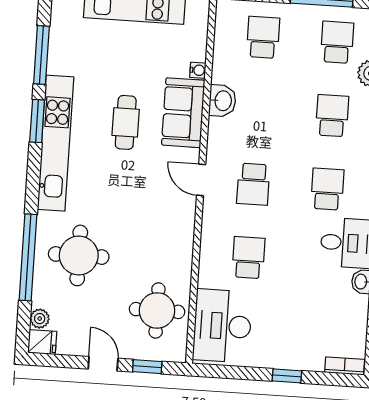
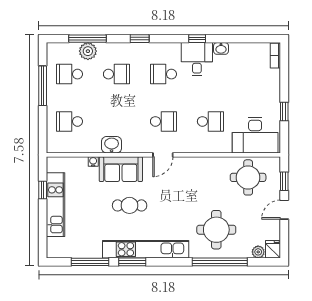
school desk: (332, 116) -> (116, 74), turned 180
school desk: (248, 258) -> (210, 121), turned 180
window: (287, 376) -> (284, 112), moved

